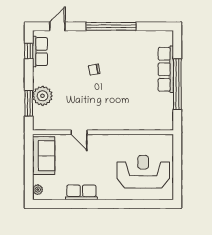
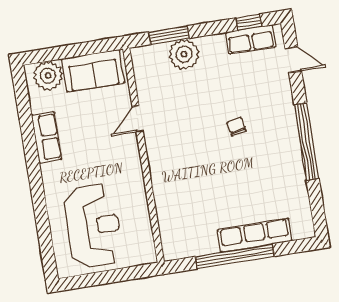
plant: (38, 190) -> (48, 76), width x1.88, depth x1.88

